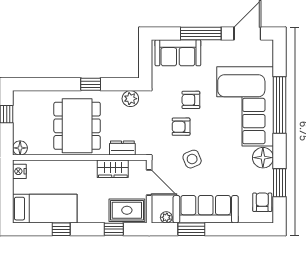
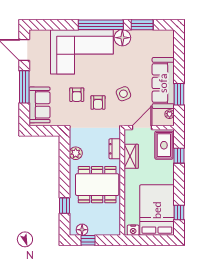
window: (91, 84) -> (64, 206), moved
plant: (130, 99) -> (76, 153), moved
window: (279, 105) -> (101, 25), moved
floor lamp: (20, 148) -> (82, 230), moved
armchair: (262, 202) -> (158, 38), removed
bed: (45, 209) -> (157, 210), width x1.50
window: (61, 229) -> (179, 212), moved

